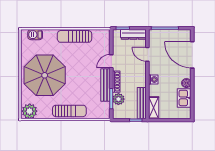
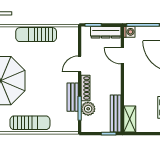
washing machine: (153, 80) -> (129, 32), moved
bench: (105, 85) -> (73, 97), width x0.73

